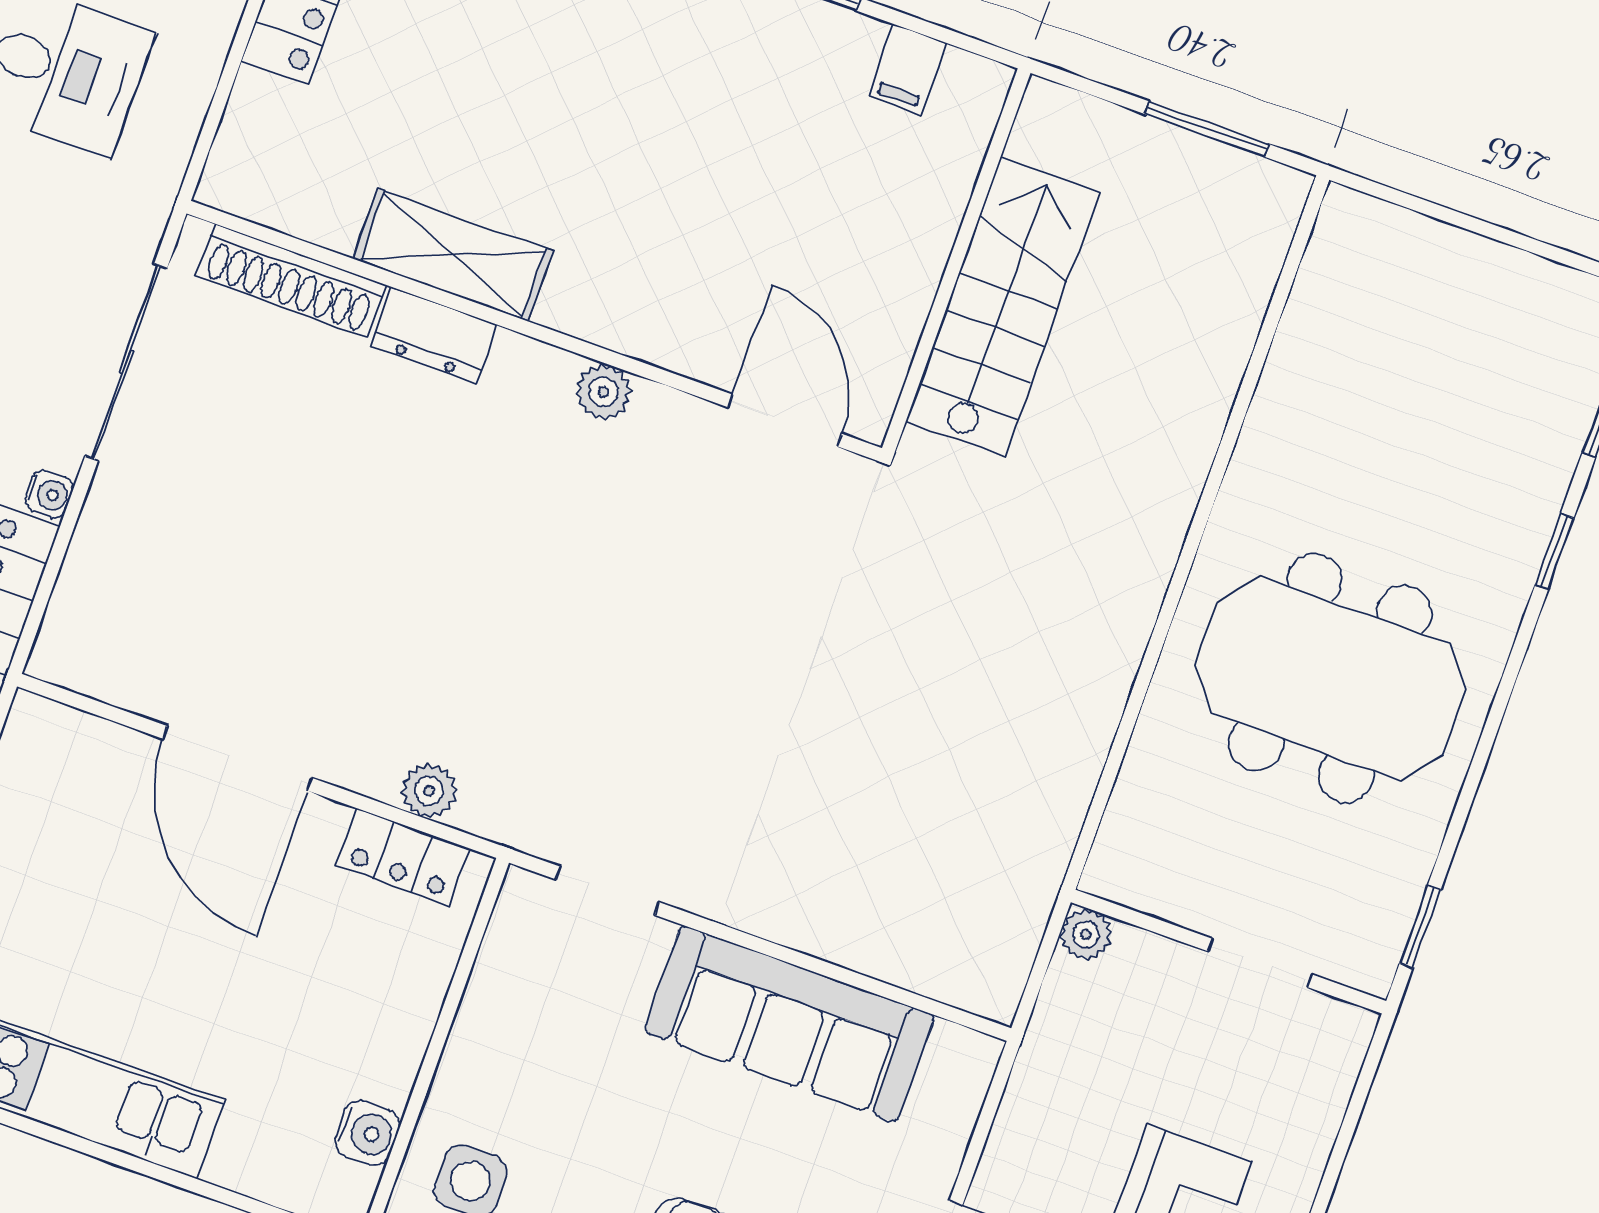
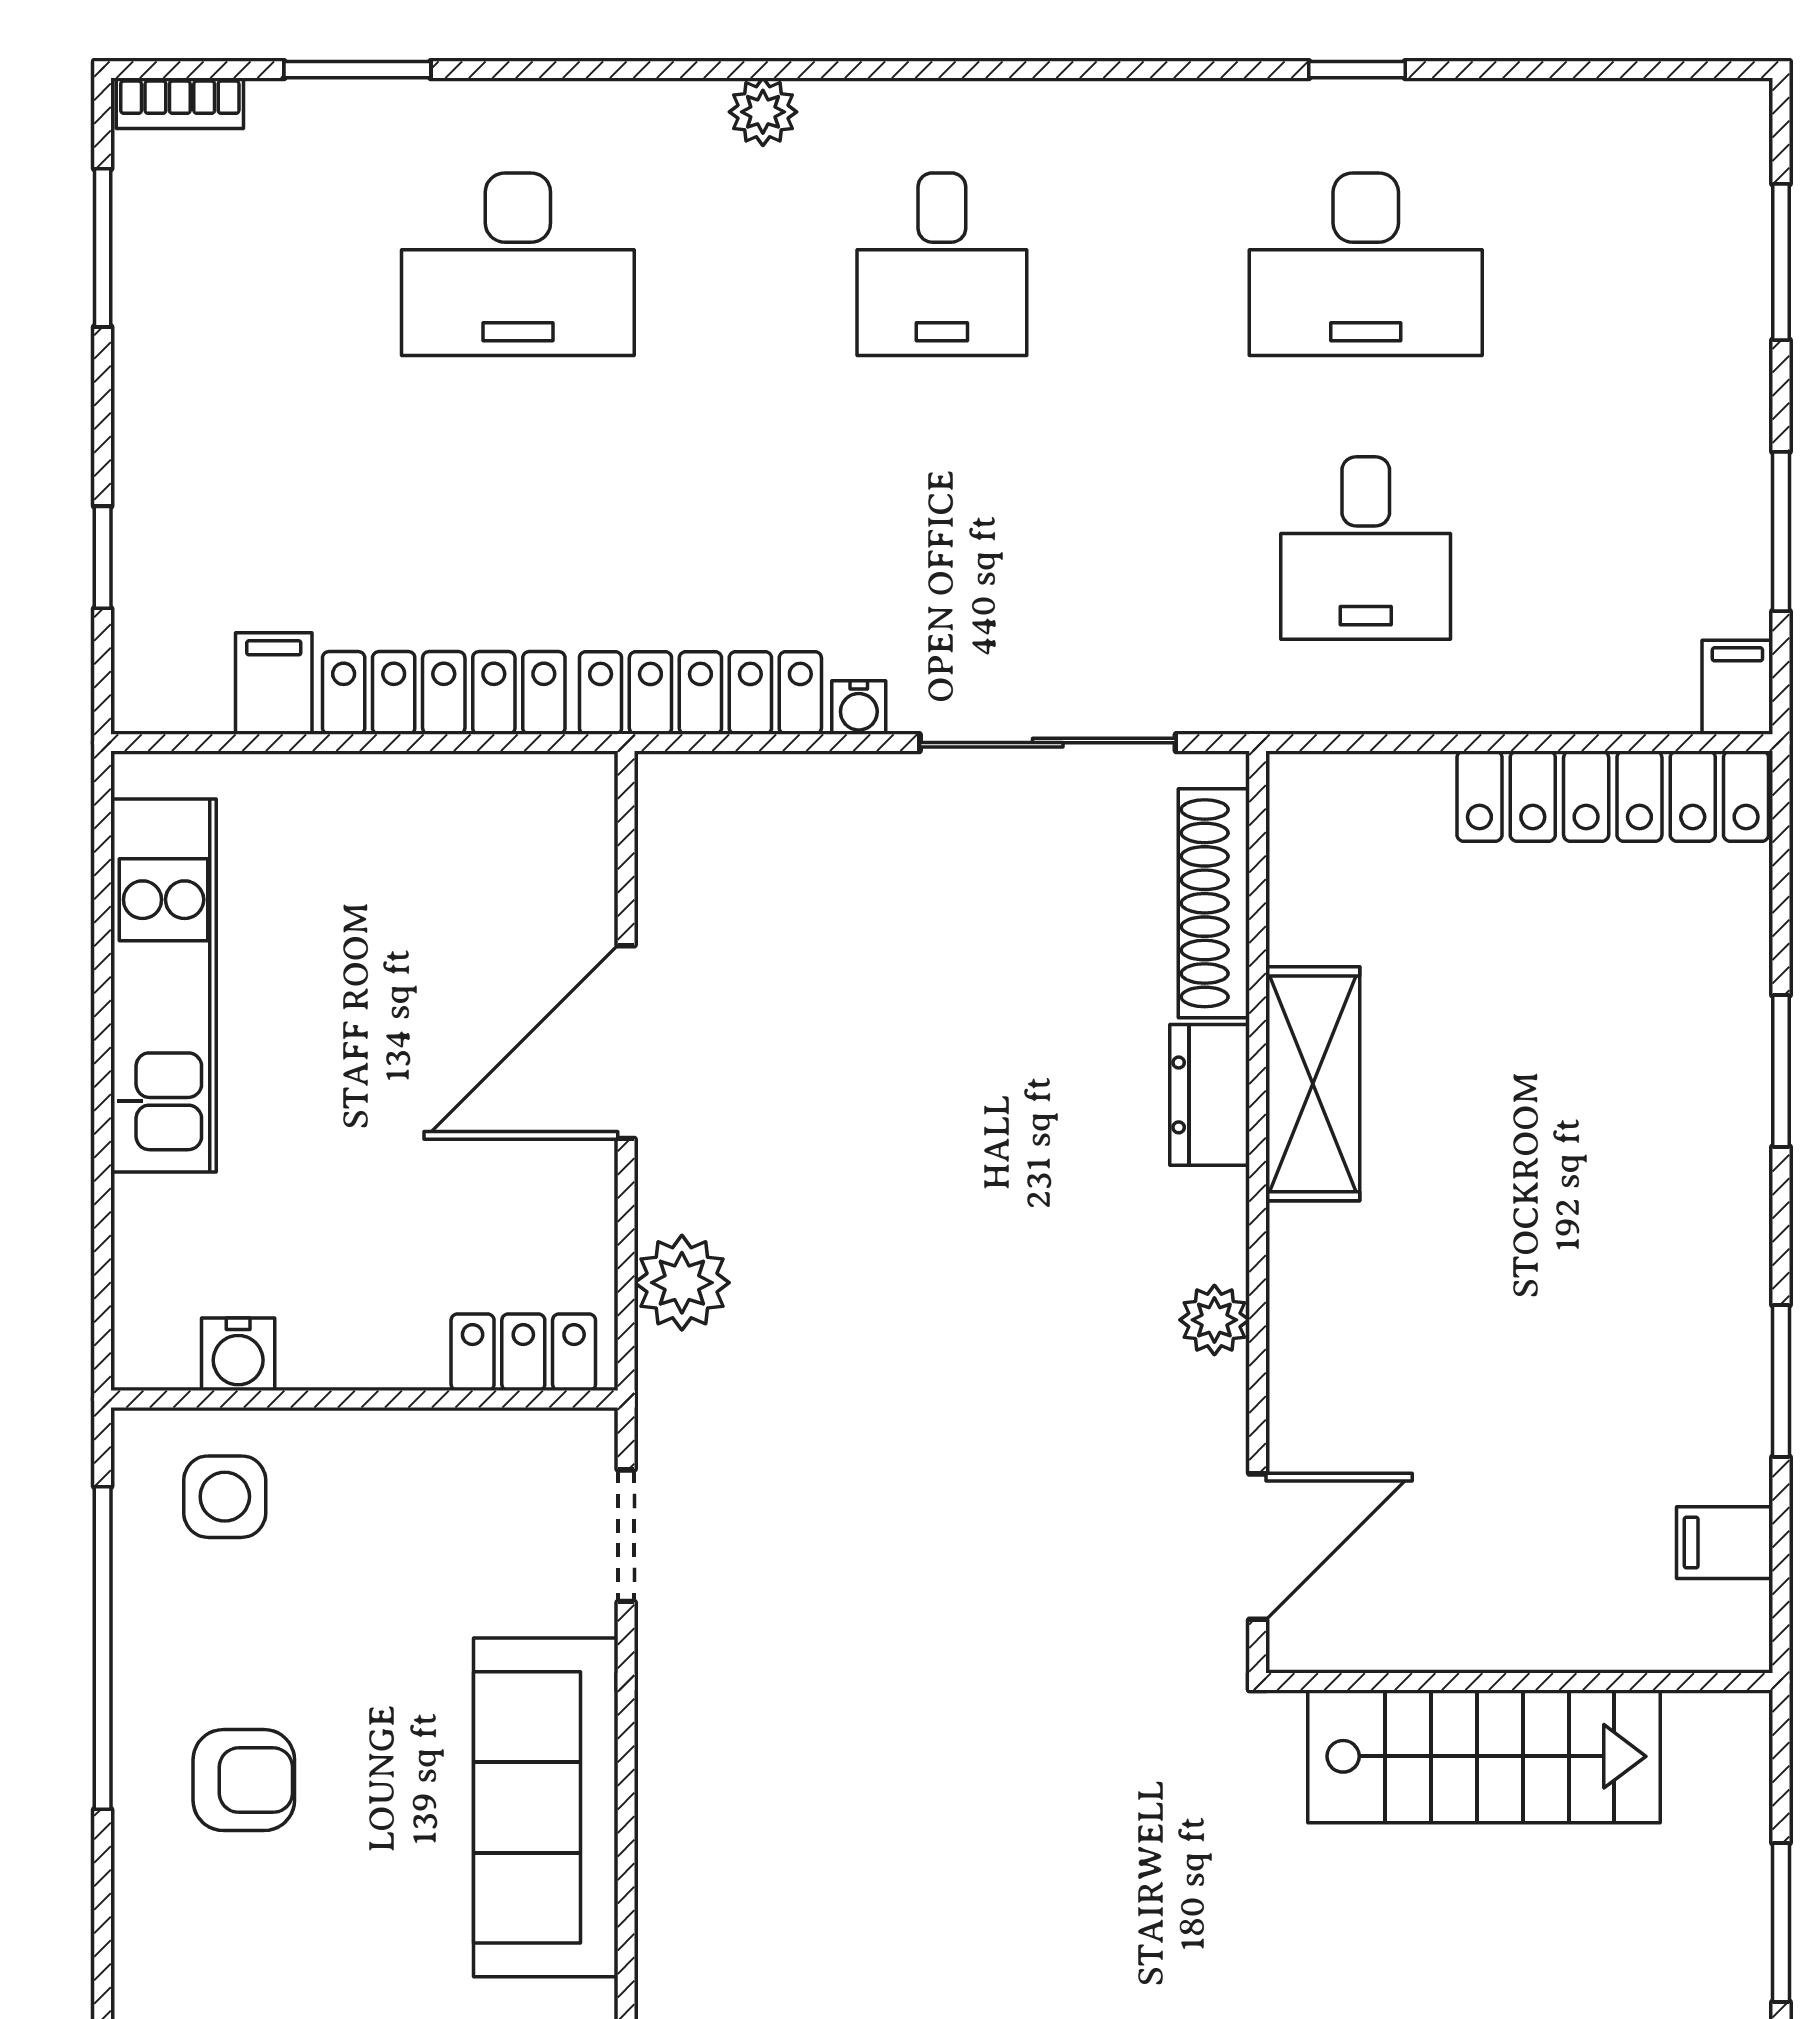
plant: (429, 791) -> (682, 1283), width x1.38, depth x1.38
locker: (403, 857) -> (523, 1352), moved, turned 90

